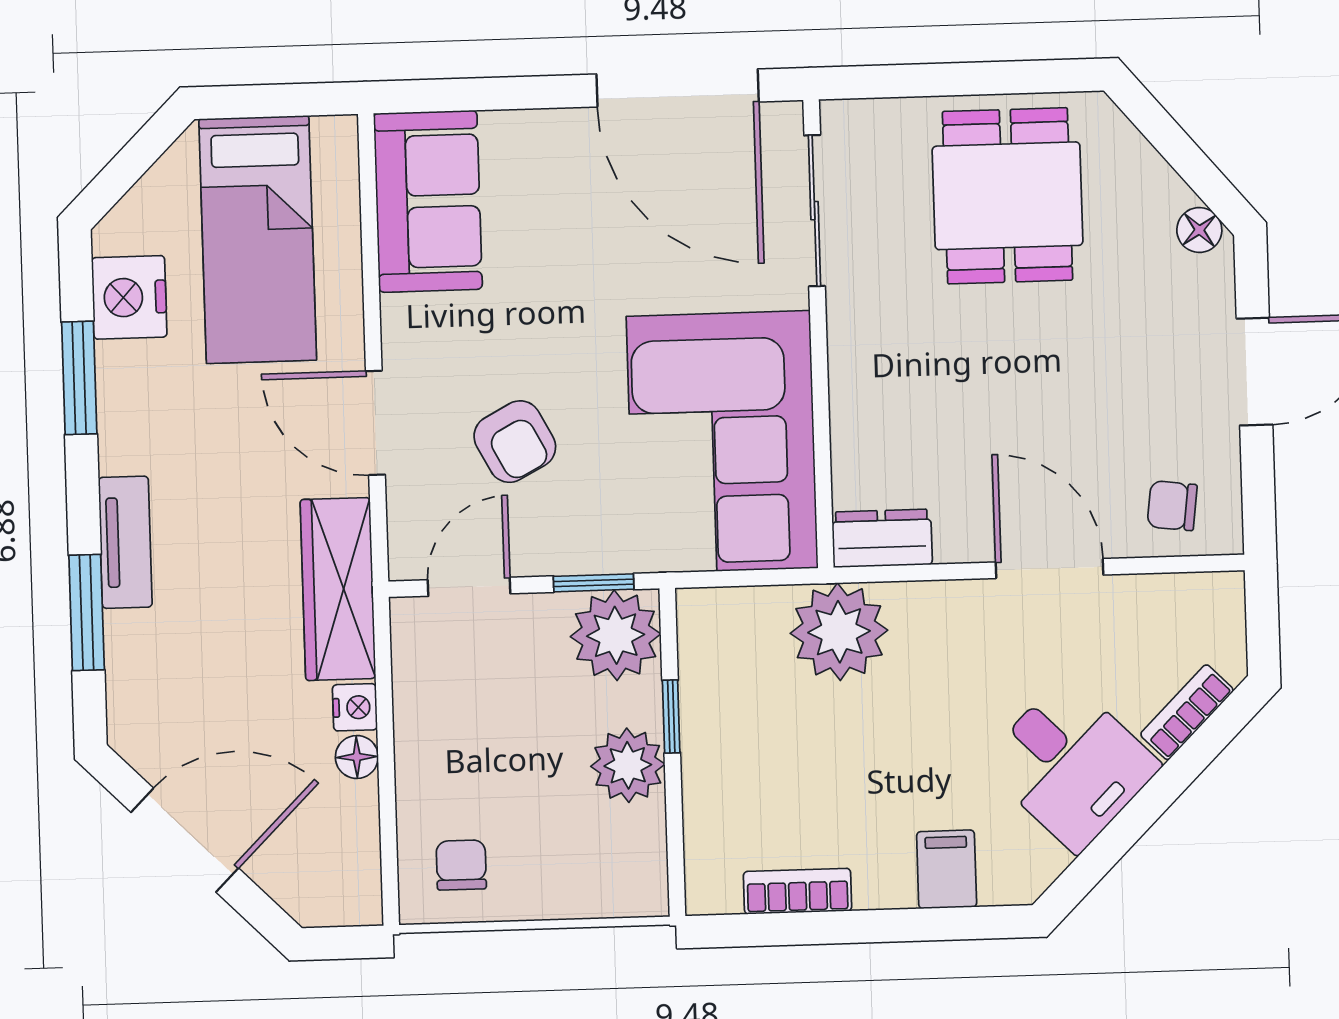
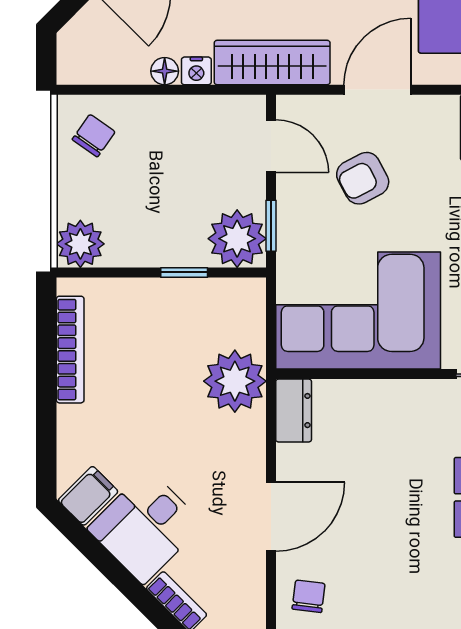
plant: (628, 765) -> (80, 244), moved
chair: (461, 865) -> (94, 136), turned -55
filing cabinet: (947, 869) -> (88, 496), moved, turned -45
bookcase: (798, 891) -> (70, 350), width x1.56

